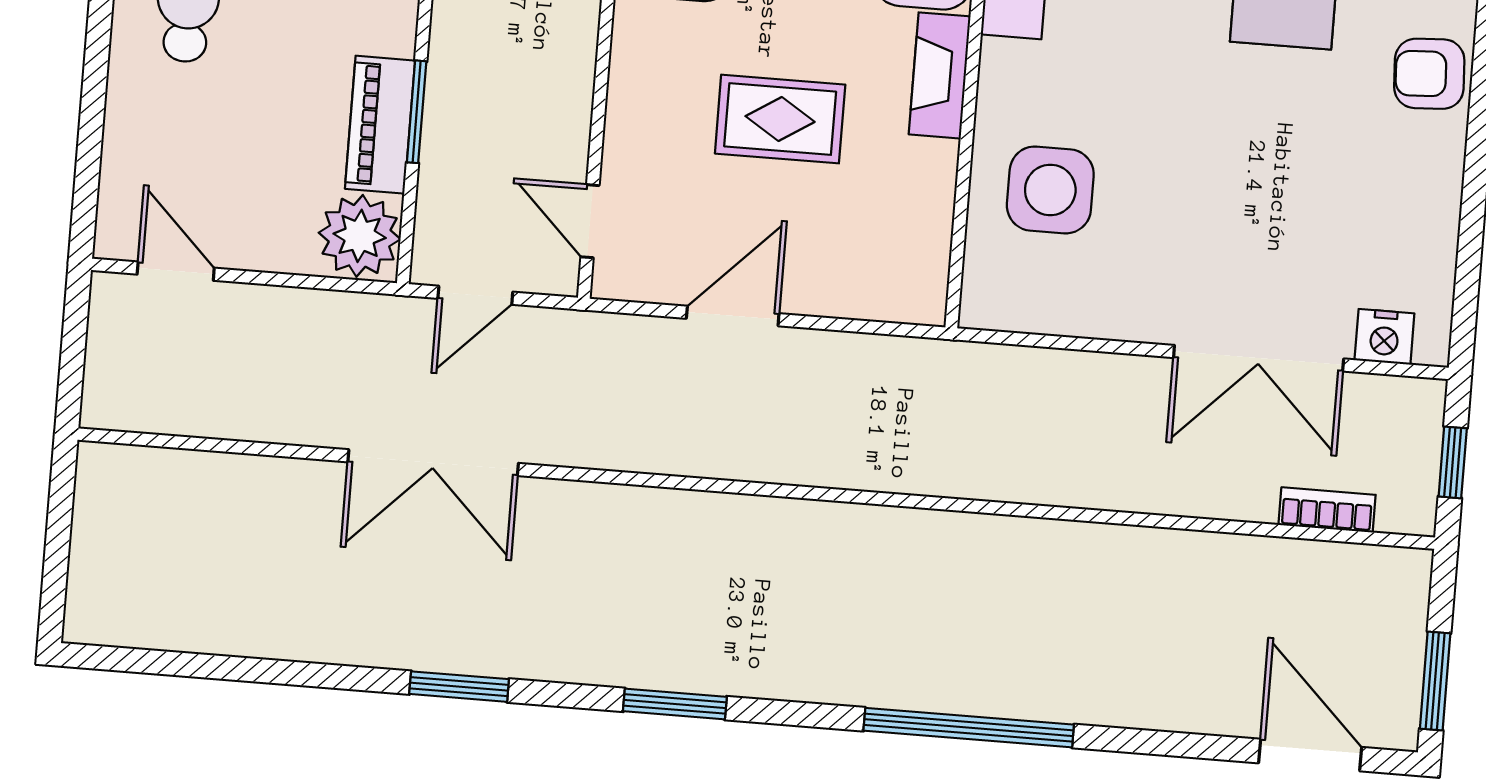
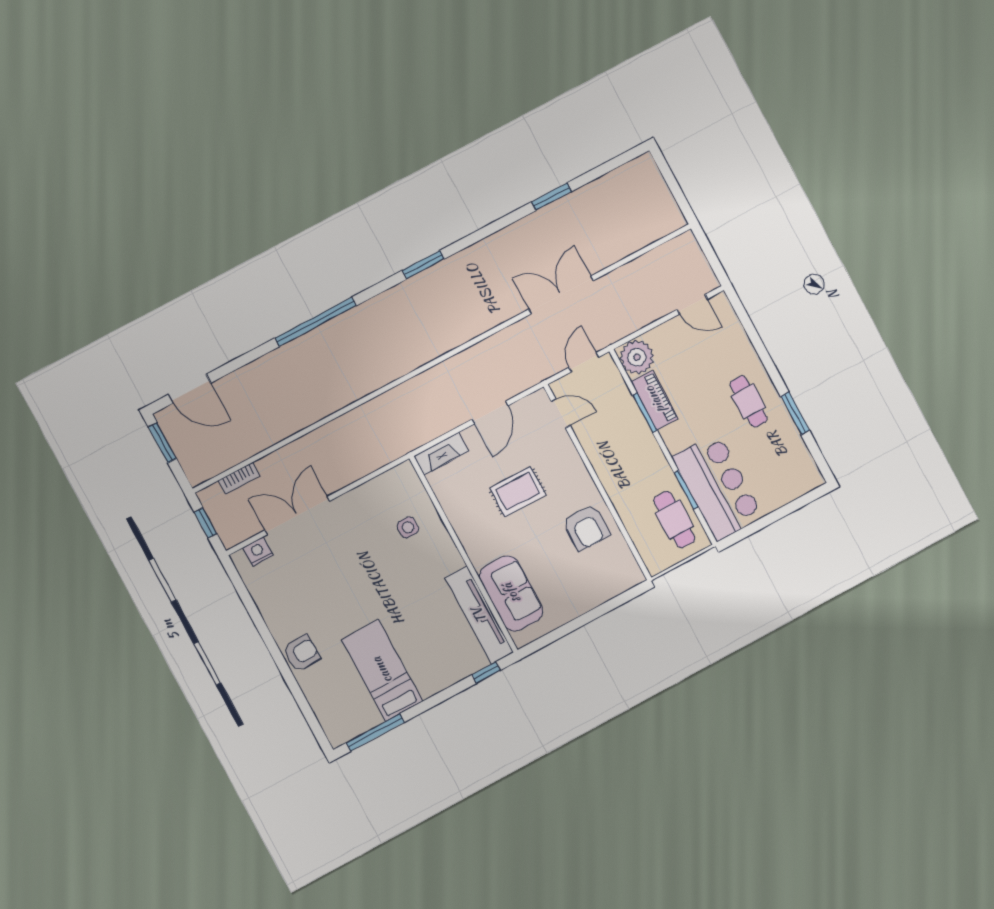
fireplace: (940, 75) -> (441, 454), moved, turned 90
side table: (1050, 190) -> (408, 527), width x0.54, depth x0.54
window: (459, 687) -> (551, 197), moved

